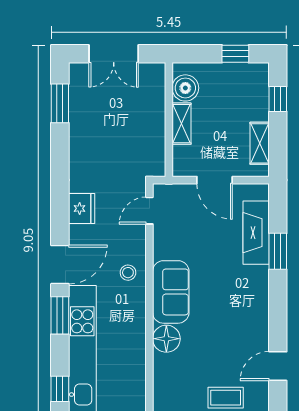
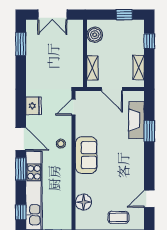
shelving: (181, 124) -> (92, 68), moved
door: (60, 265) -> (21, 139), hinge flipped
floor lamp: (166, 339) -> (84, 202), moved

